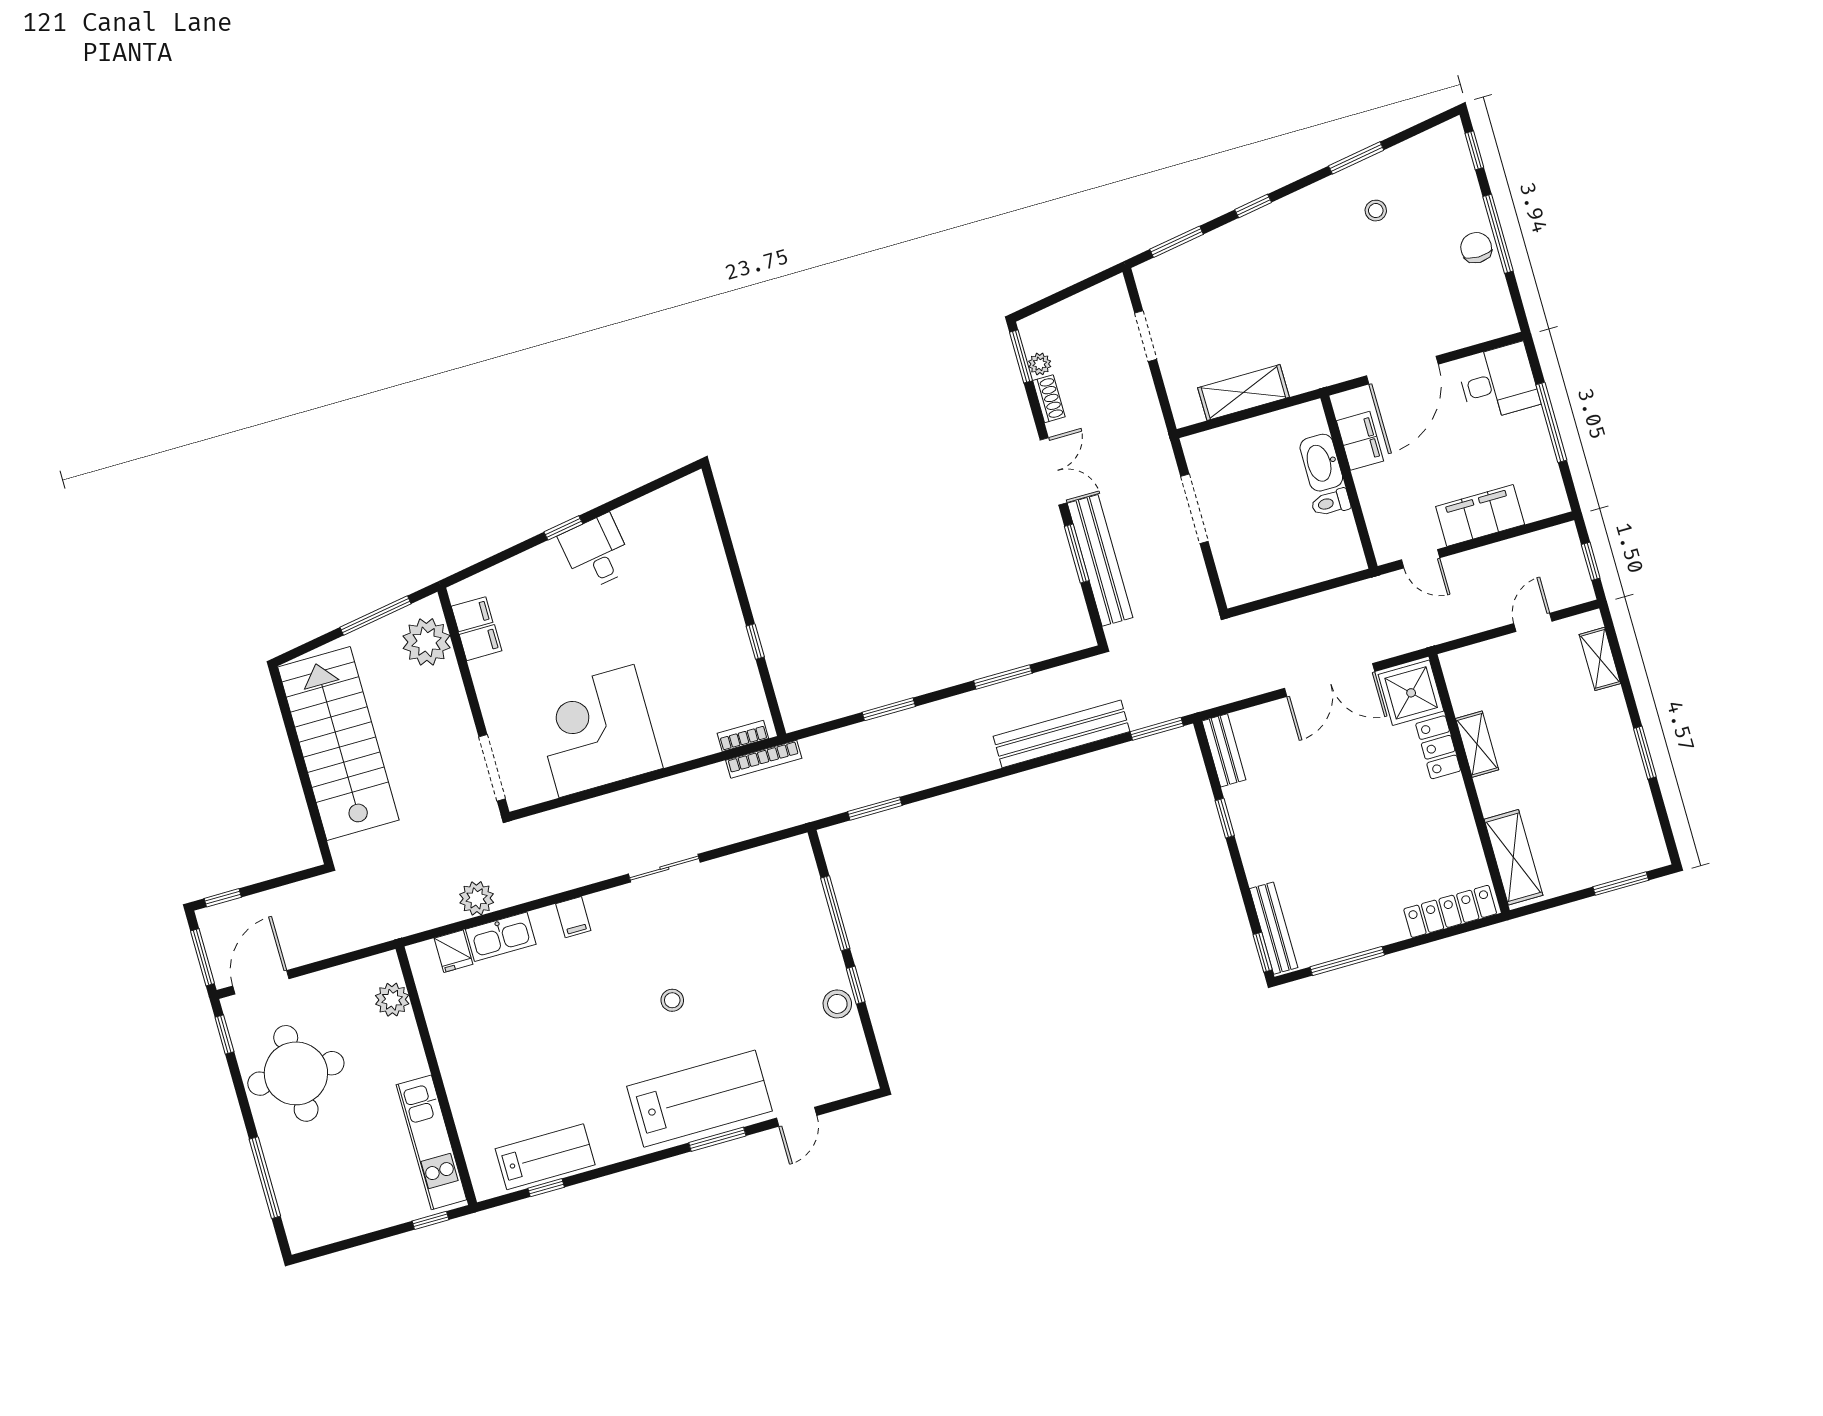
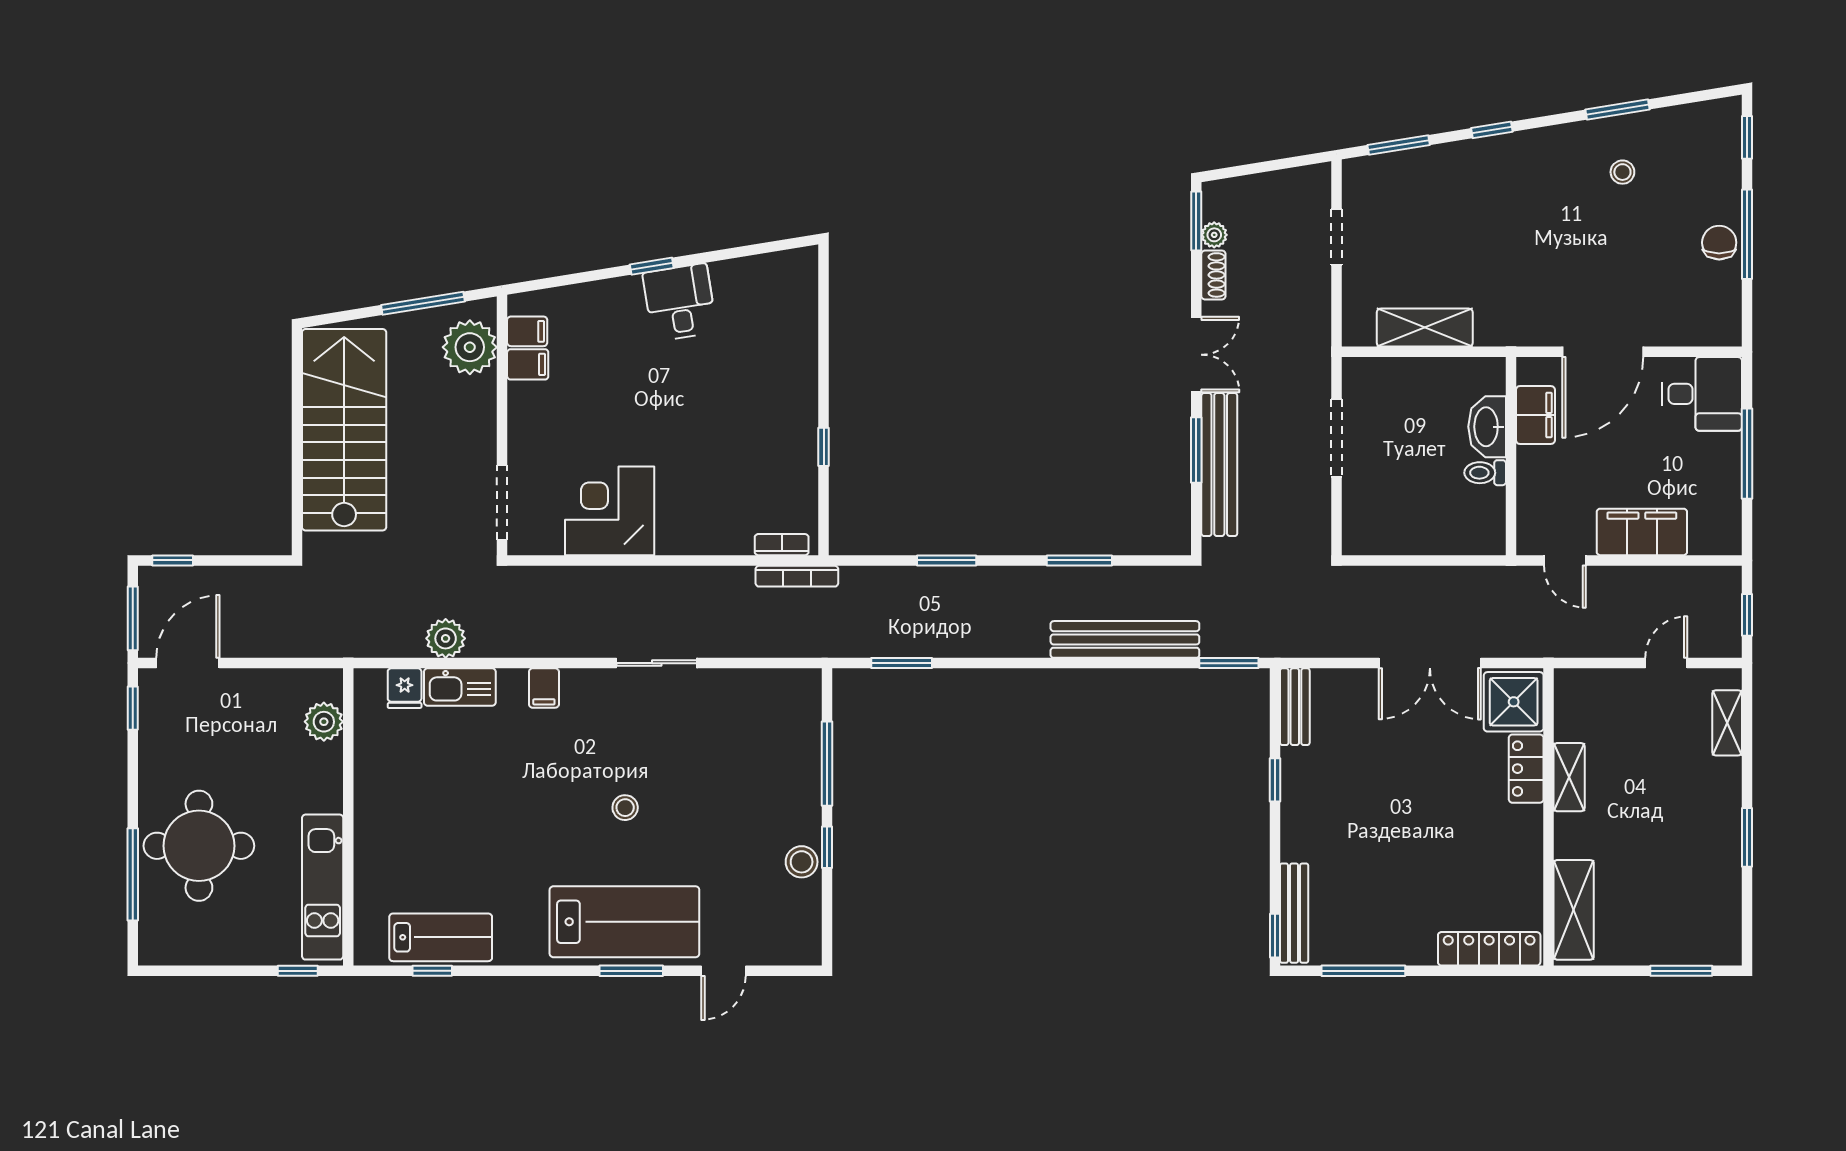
corner desk: (597, 731) -> (610, 511), width x0.74, depth x0.74
round table: (296, 1073) -> (199, 846), moved

